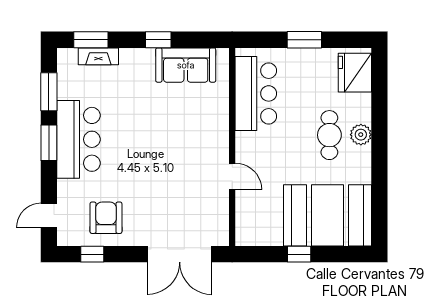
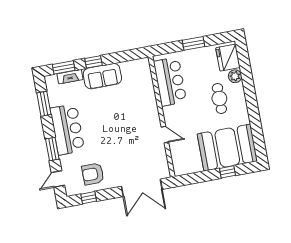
window: (158, 40) -> (94, 62), moved
sofa: (186, 65) -> (102, 76), moved
plant: (361, 135) -> (235, 76), moved
window: (49, 143) -> (52, 149), moved
armchair: (106, 218) -> (93, 174), turned -90
window: (299, 254) -> (227, 172), moved

